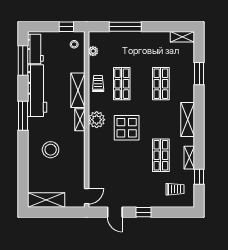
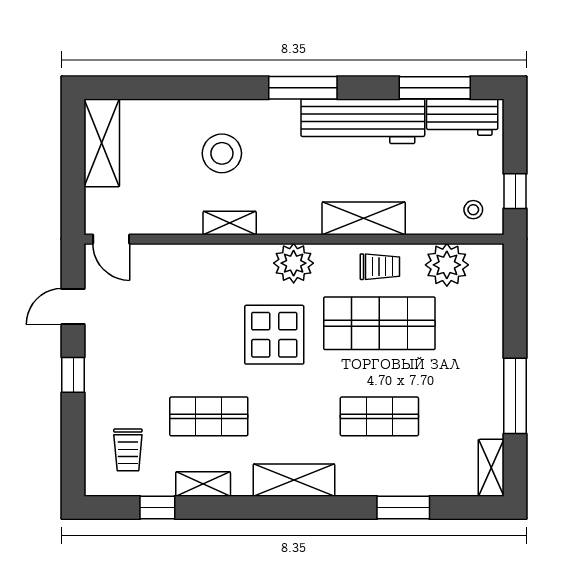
window: (125, 27) -> (515, 396), moved
plant: (93, 51) -> (447, 265), width x1.88, depth x1.88
shop shelf: (122, 84) -> (379, 323), width x1.43, depth x1.36
shelving: (80, 120) -> (230, 223), moved

